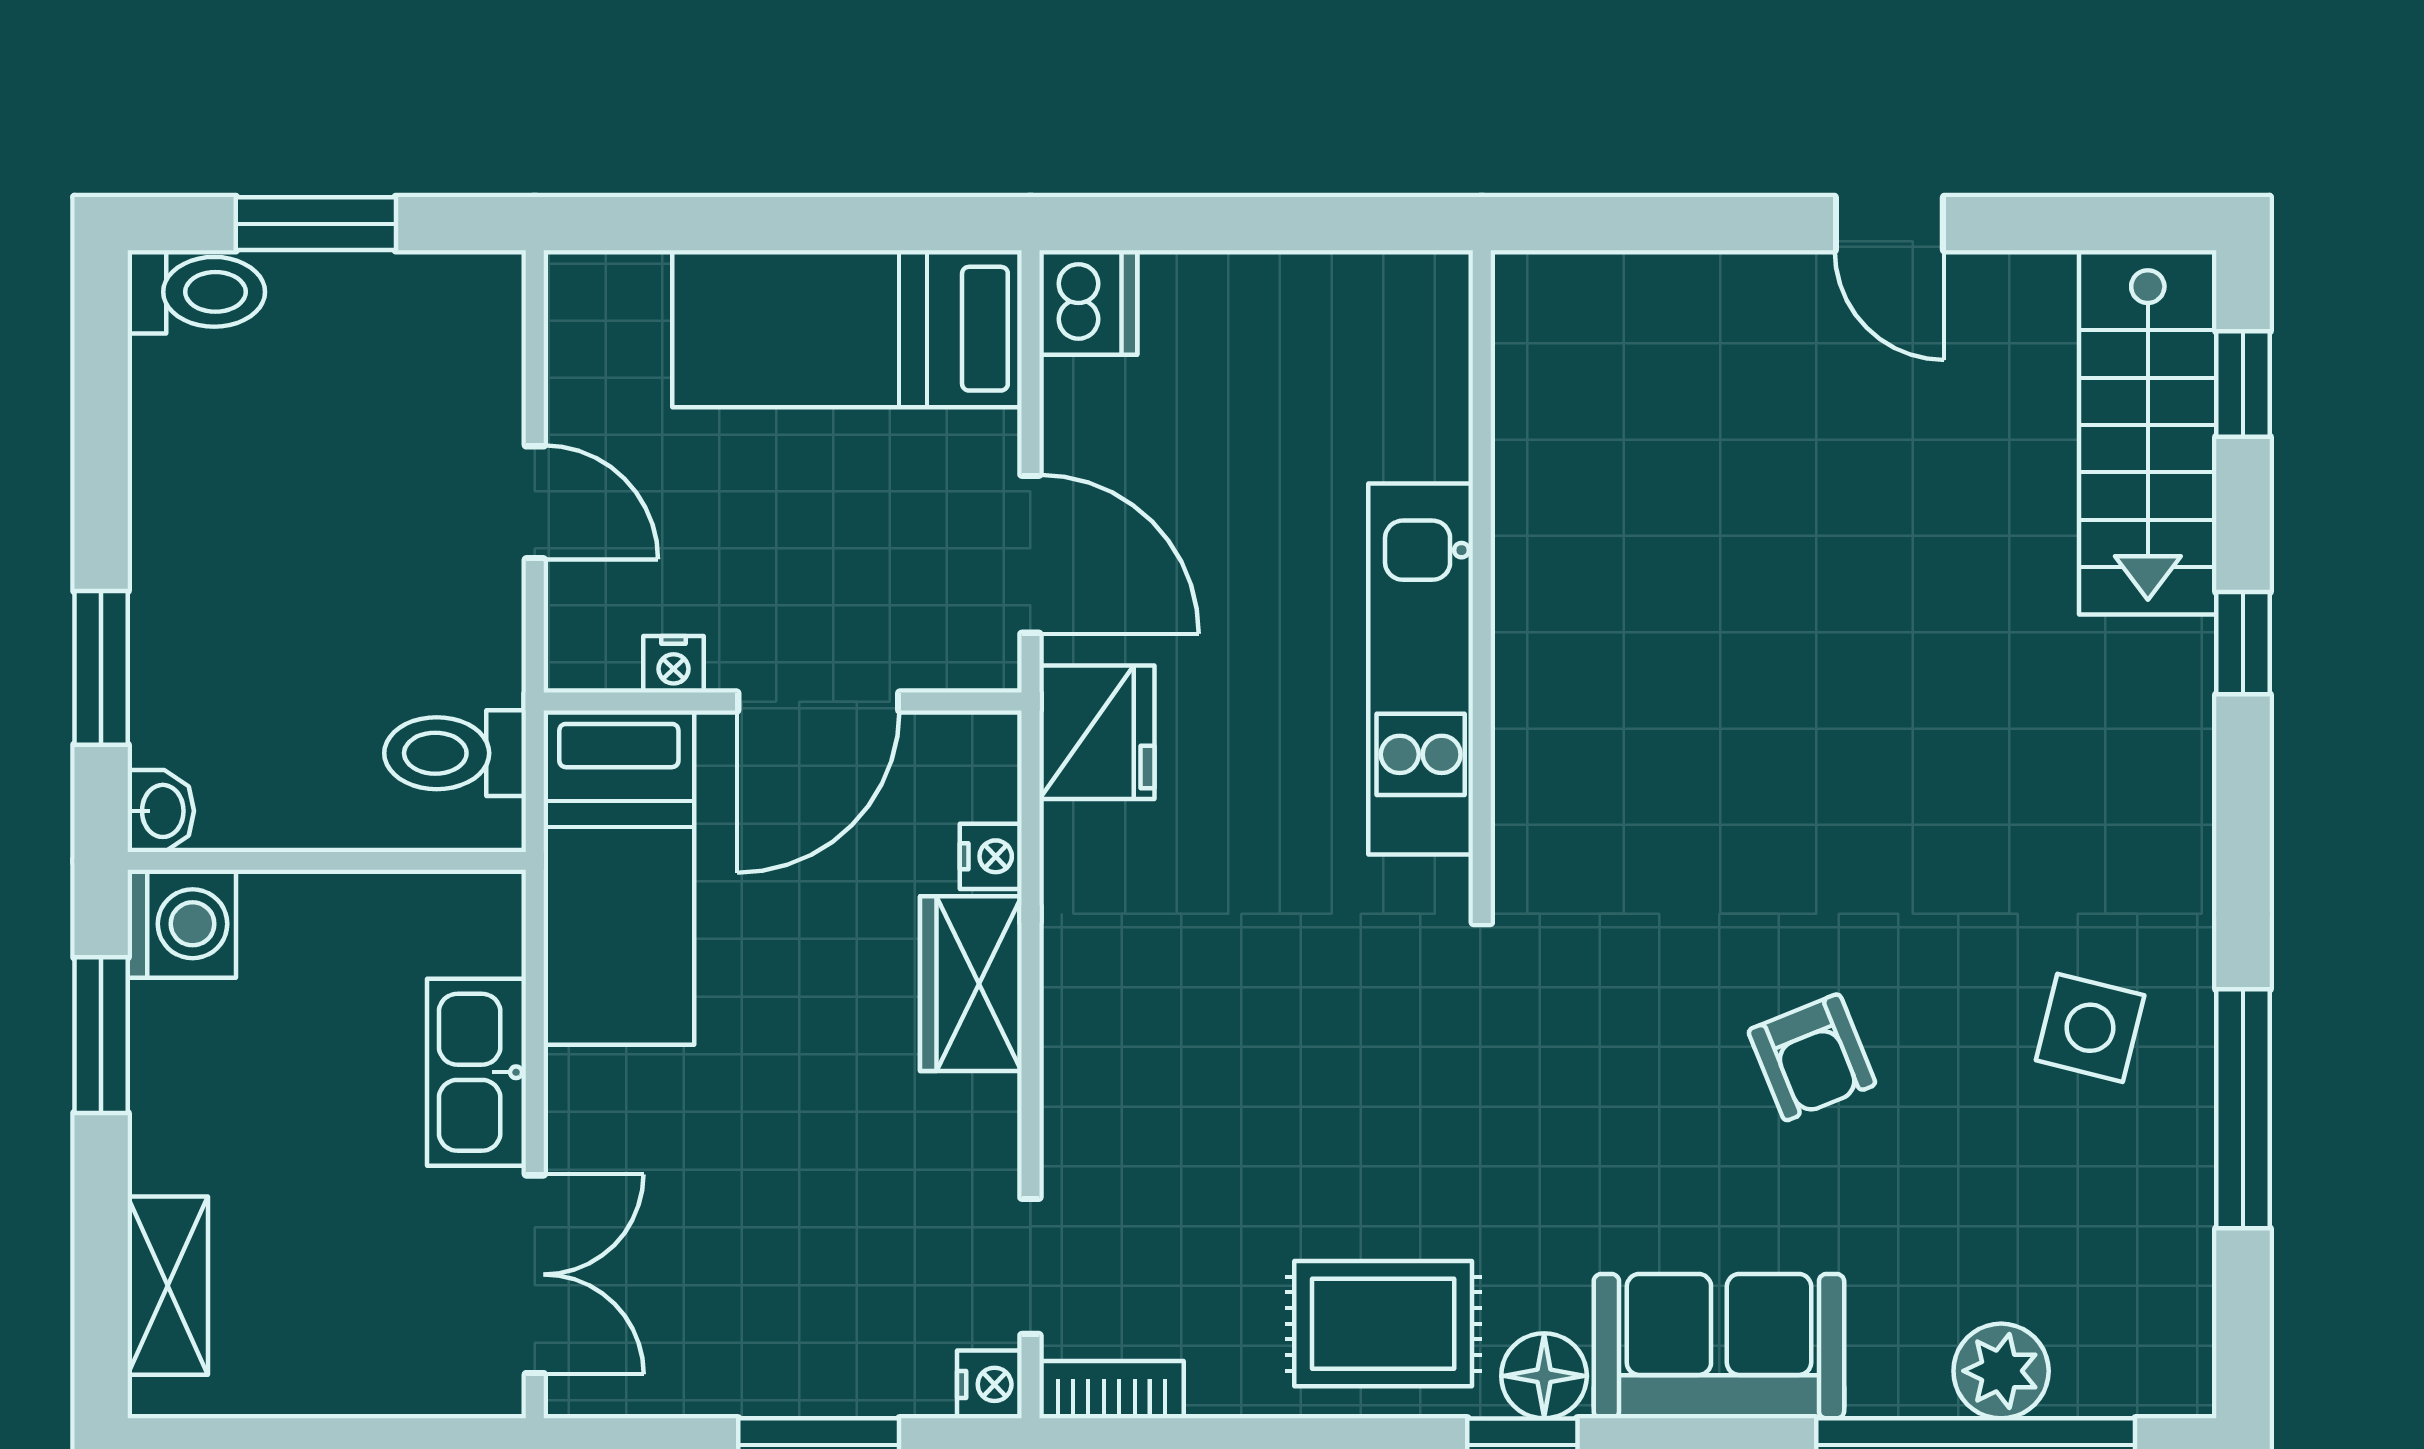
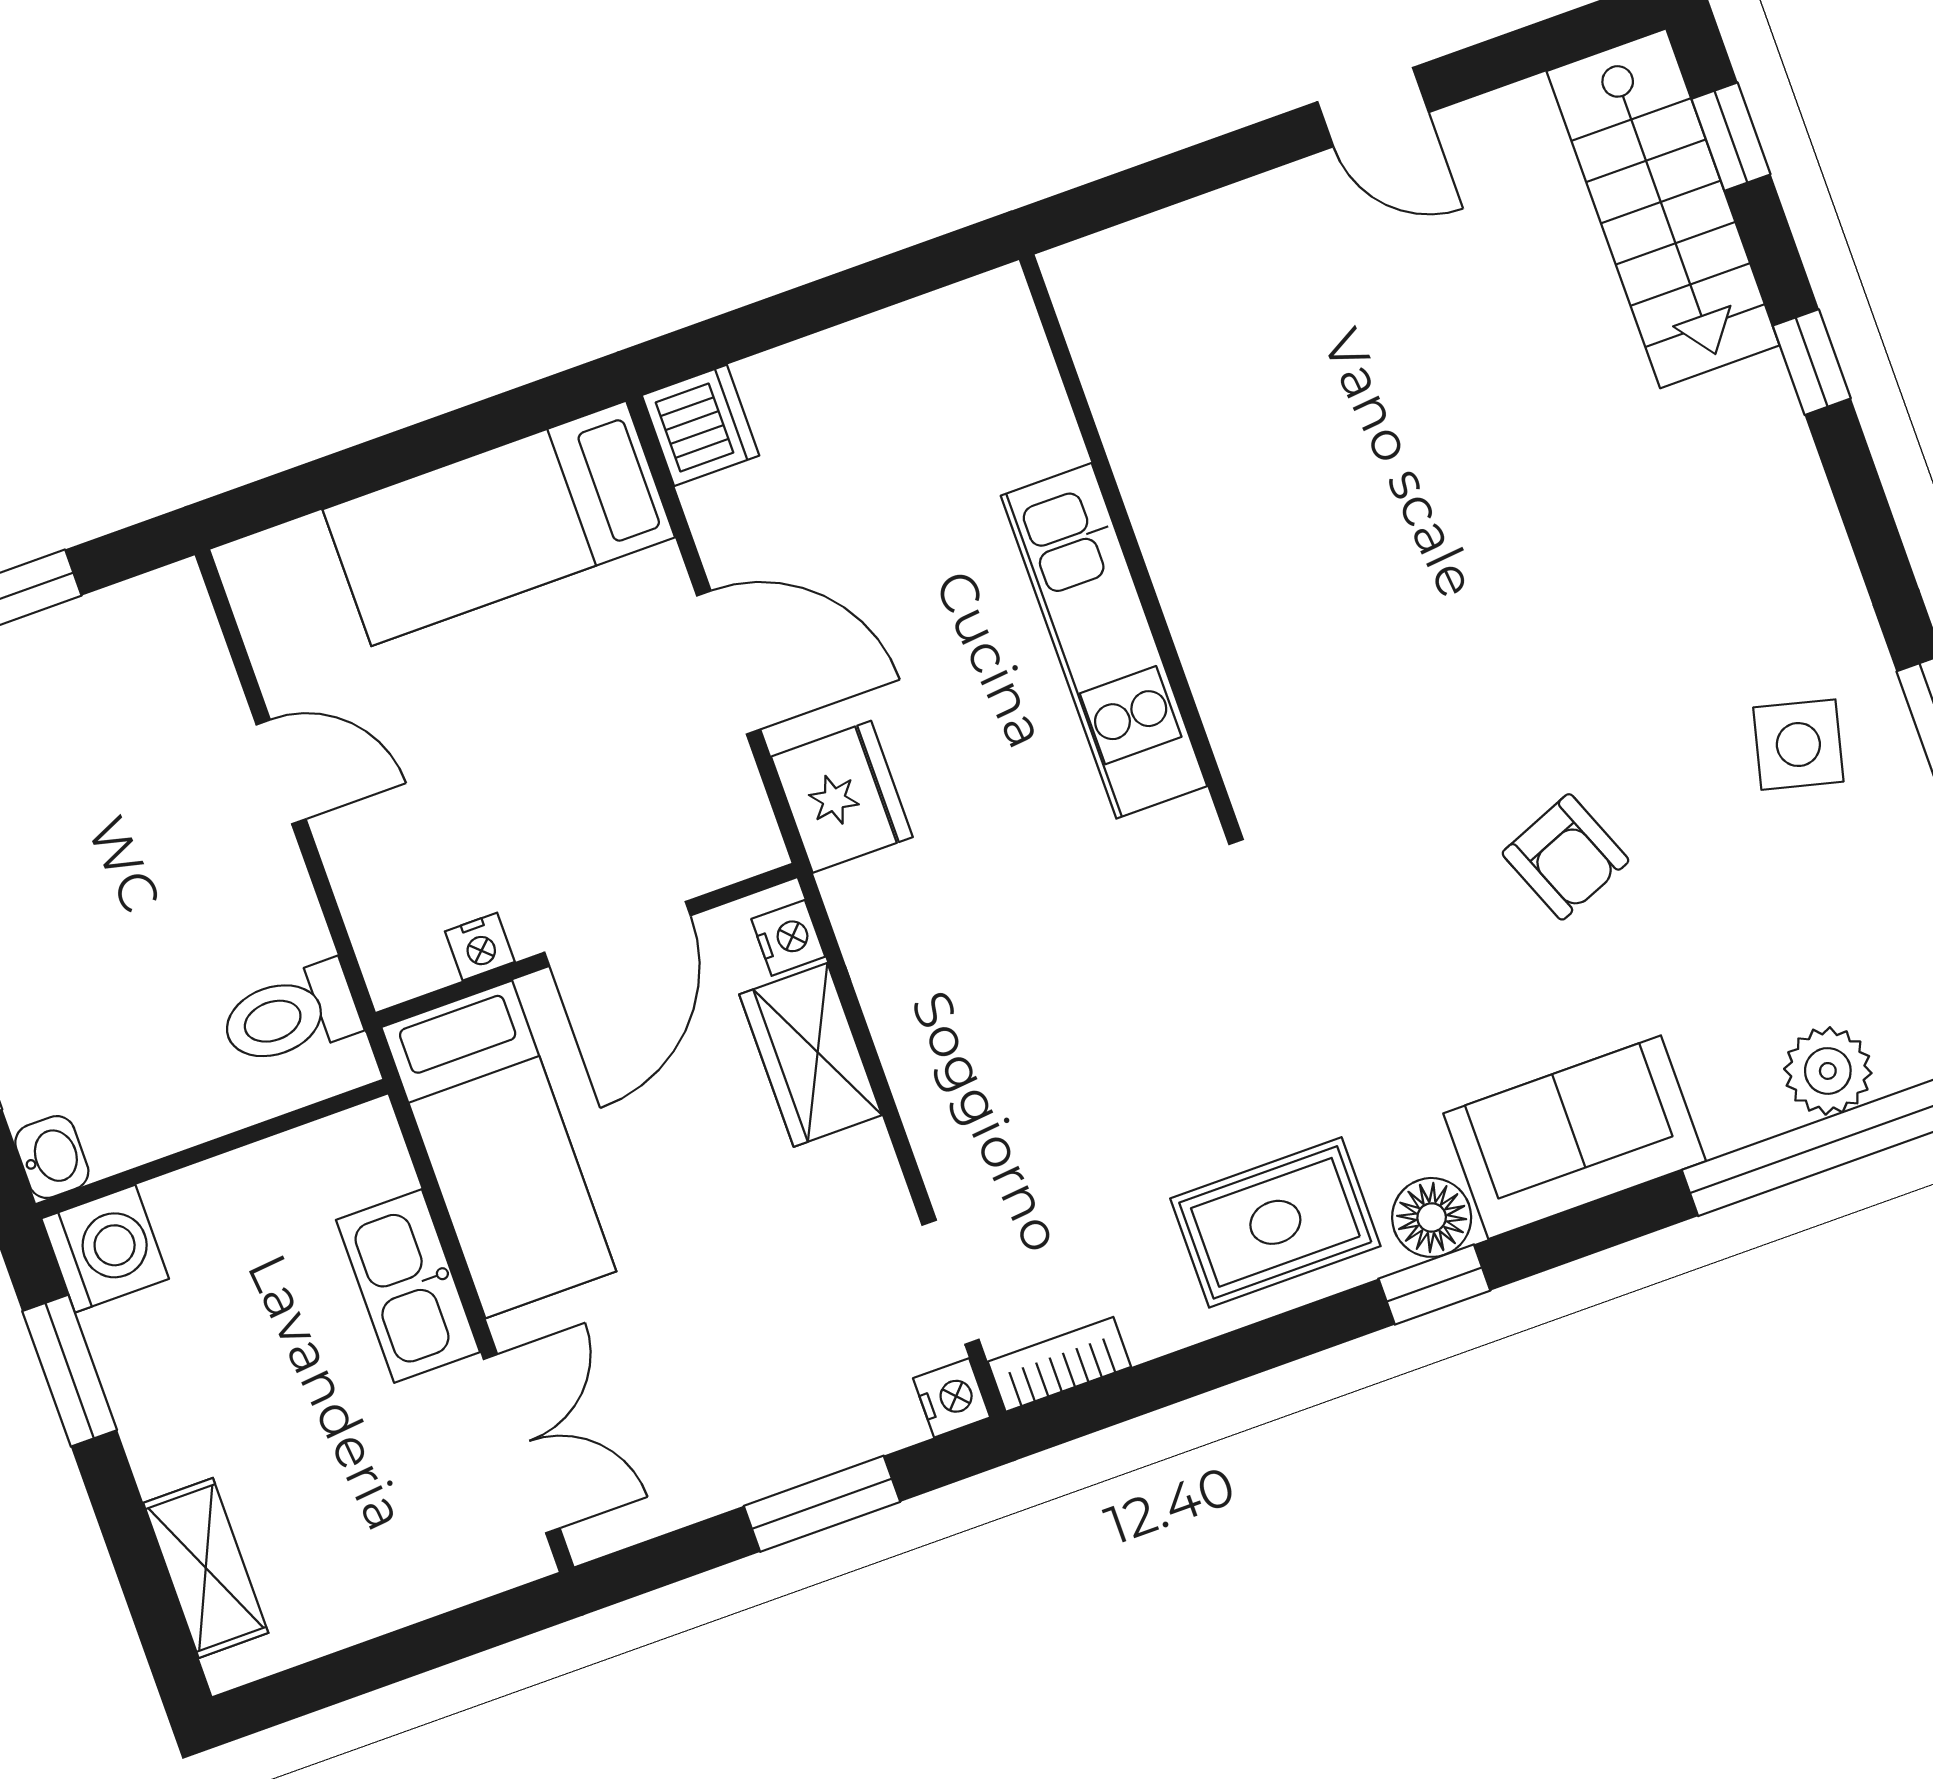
nightstand: (673, 664) -> (480, 947), moved
wall: (783, 702) -> (586, 945), moved
door: (818, 702) -> (617, 934), moved
bed: (619, 878) -> (499, 1149), moved

